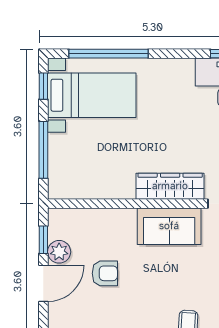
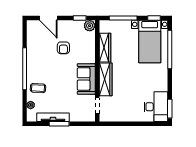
wardrobe: (104, 188) -> (105, 48), added
plant: (59, 252) -> (90, 26), moved
door: (43, 283) -> (48, 18), moved

